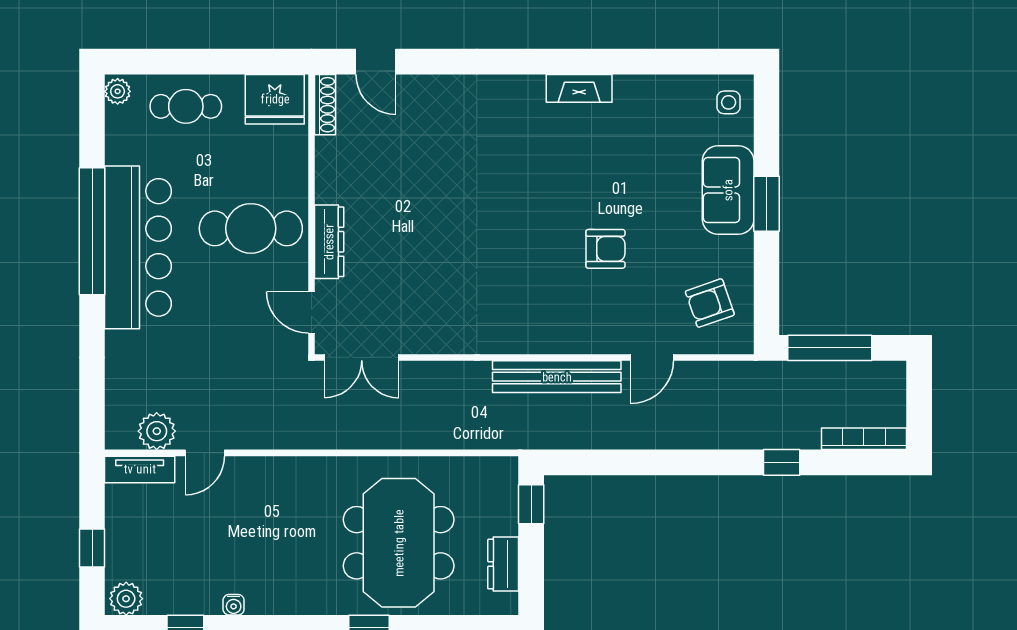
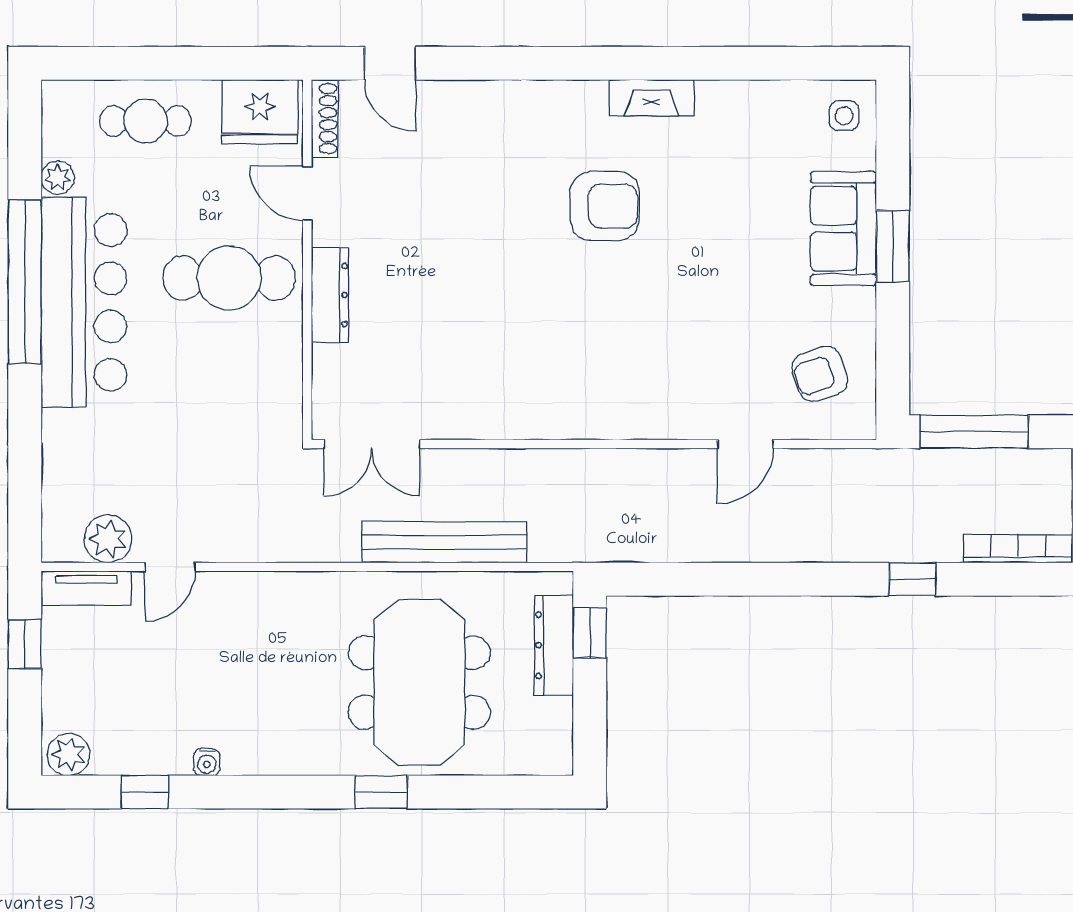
plant: (118, 91) -> (58, 178), moved
armchair: (605, 249) -> (604, 206), moved, width x1.38, depth x1.38
door: (312, 312) -> (307, 193), moved
bench: (557, 377) -> (444, 542), moved
window: (92, 548) -> (25, 644), moved
dresser: (503, 564) -> (554, 645), moved, width x1.44

